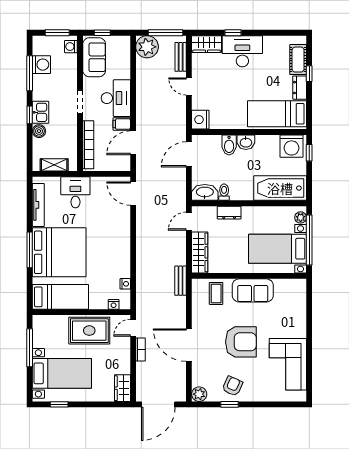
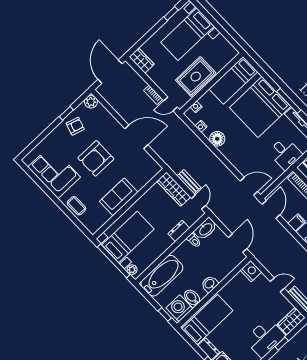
door: (133, 143) -> (271, 210), moved
bidet: (229, 145) -> (192, 298), moved
window: (30, 250) -> (289, 101), moved
floor lamp: (121, 260) -> (217, 139), added
bench: (180, 281) -> (189, 182), moved
coffee table: (216, 293) -> (76, 206), moved
door: (133, 328) -> (170, 104), swing flipped
door: (189, 345) -> (136, 137), moved
window: (30, 348) -> (222, 31), removed
armchair: (232, 386) -> (75, 126), turned -97

